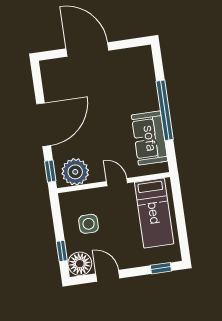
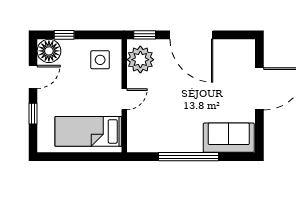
sofa: (150, 138) -> (229, 138), moved
side table: (89, 224) -> (100, 60), moved
window: (161, 268) -> (33, 114), moved

